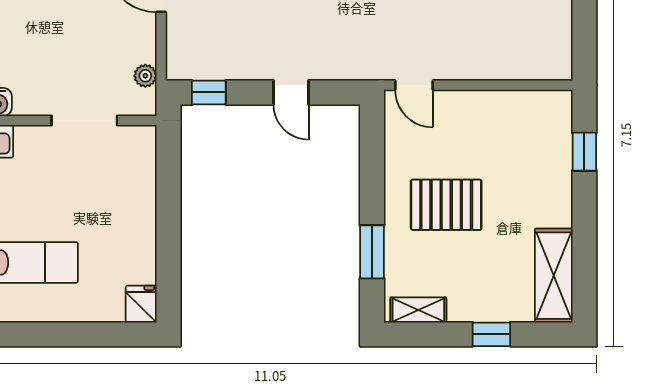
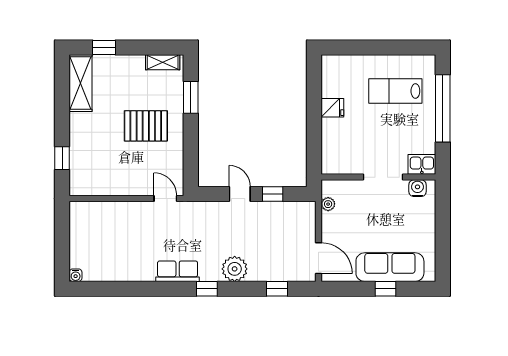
window: (209, 92) -> (273, 194), moved
doorway: (84, 120) -> (383, 177), moved
fridge: (141, 304) -> (332, 108), moved, turned -90
window: (491, 334) -> (104, 47), moved

